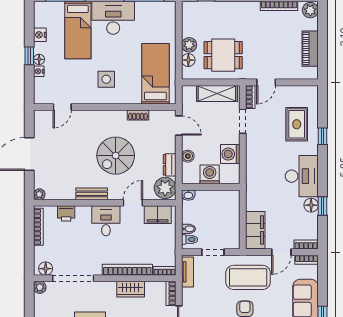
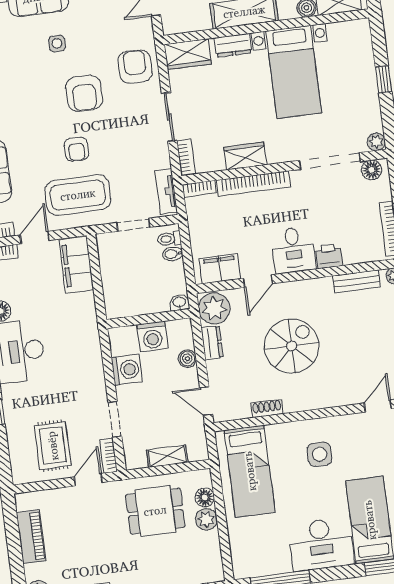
shelving: (217, 93) -> (167, 456), width x0.67, depth x0.75
rug: (297, 124) -> (53, 446), moved
bench: (92, 194) -> (356, 281), moved
printer: (66, 213) -> (329, 256), moved

